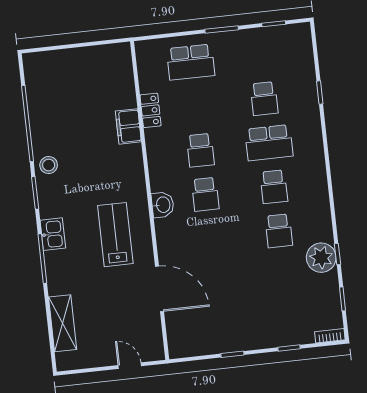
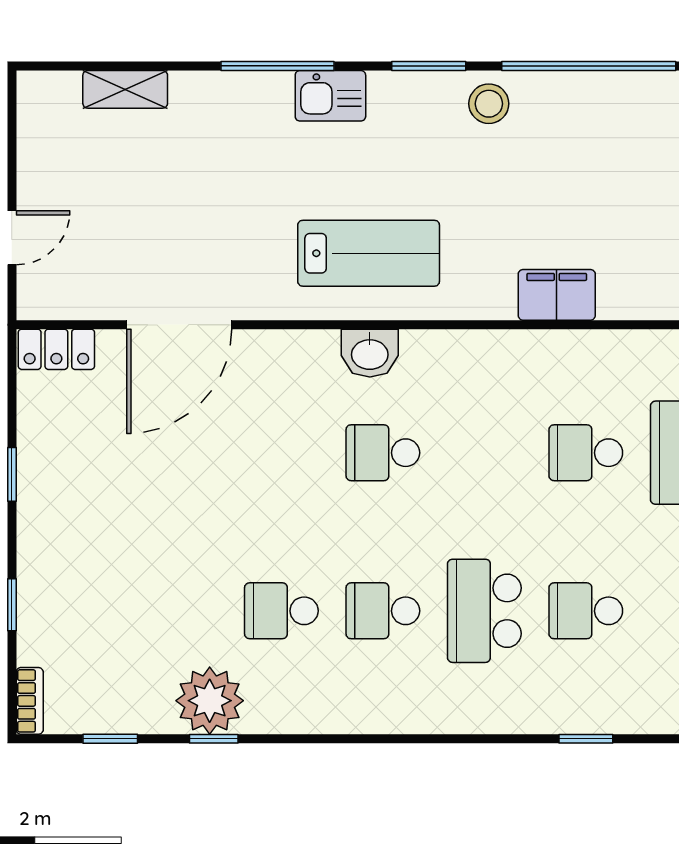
locker: (151, 110) -> (56, 349), moved
school desk: (200, 150) -> (586, 453), moved
lab bench: (115, 235) -> (369, 253), moved
shelving: (63, 323) -> (125, 89), width x0.67, depth x0.75

